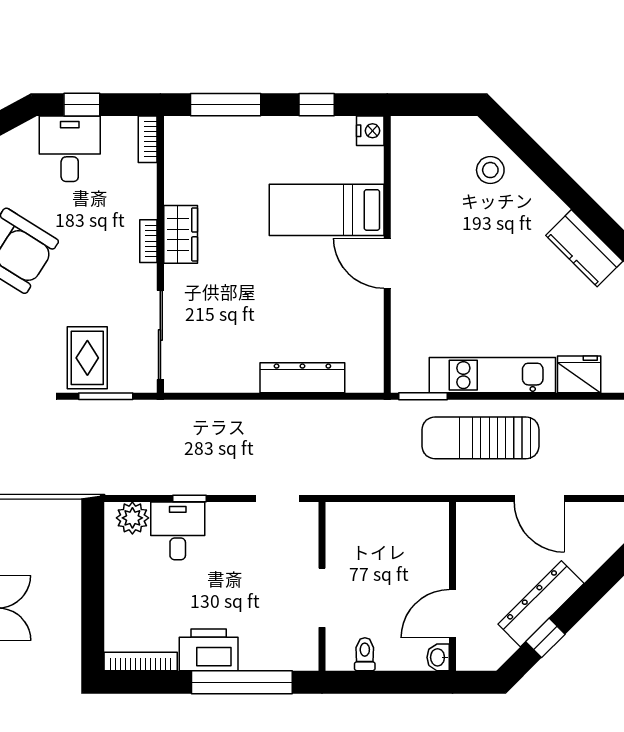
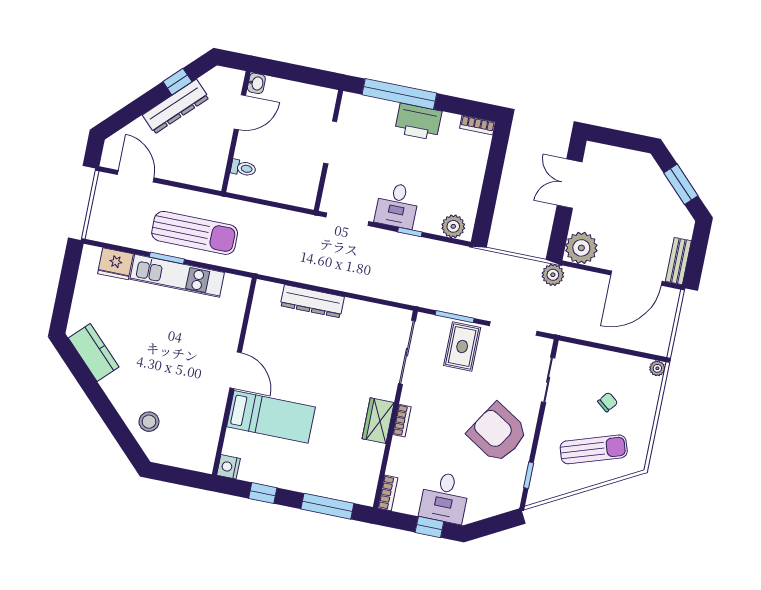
window: (423, 396) -> (167, 258), moved
doorway: (278, 498) -> (347, 219), width x1.38
door: (539, 498) -> (136, 176), moved
desk: (178, 531) -> (397, 205), moved
toilet: (365, 654) -> (243, 168), moved, turned -90
bookcase: (141, 662) -> (477, 125), width x0.64

